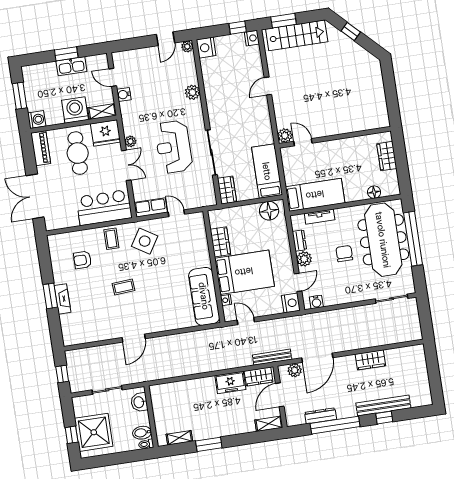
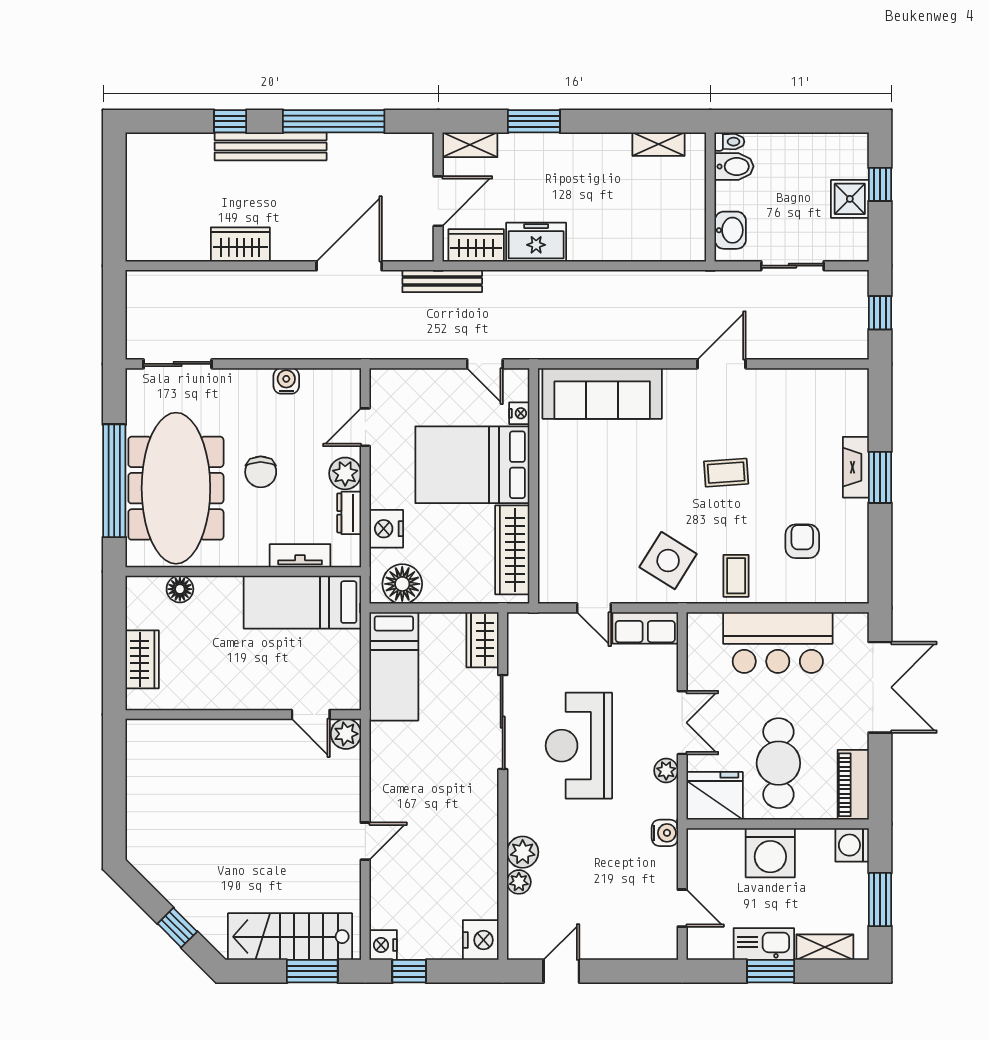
plant: (187, 47) -> (519, 882), moved
water cooler: (124, 94) -> (665, 833), moved
shelving: (102, 112) -> (825, 947), moved
reception desk: (174, 147) -> (579, 746), turned 180
double door: (126, 165) -> (682, 723), swing flipped
bar counter: (104, 208) -> (778, 643), moved
wardrobe: (220, 242) -> (512, 550), width x1.50
armchair: (82, 260) -> (802, 541), turned -90
sofa: (204, 296) -> (602, 393), moved, turned 90
water cooler: (316, 302) -> (286, 381), moved
nightstand: (291, 303) -> (386, 529), moved
plant: (295, 370) -> (400, 247), removed
bench: (383, 405) -> (271, 146), moved
dresser: (321, 416) -> (361, 145), removed
shower: (94, 432) -> (850, 199), width x0.54, depth x0.54
window: (209, 444) -> (534, 121), moved

